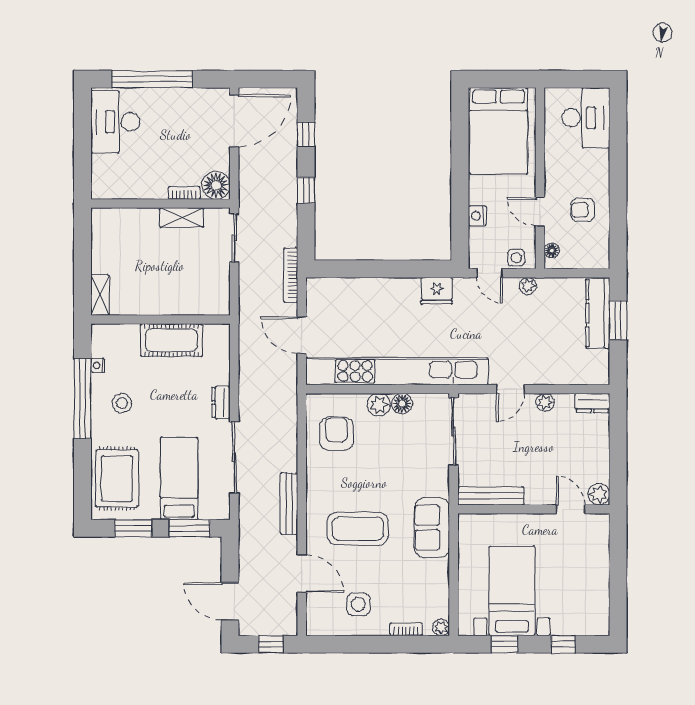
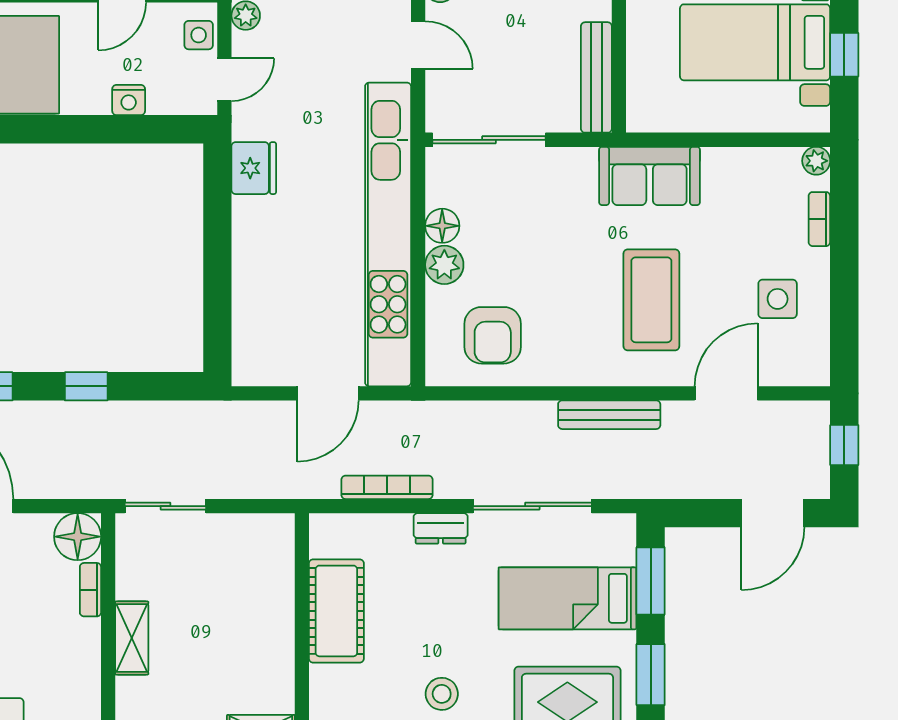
shelving: (182, 218) -> (132, 638), moved
bookcase: (291, 275) -> (387, 487), moved, turned 180
armchair: (337, 434) -> (493, 335), turned -90

